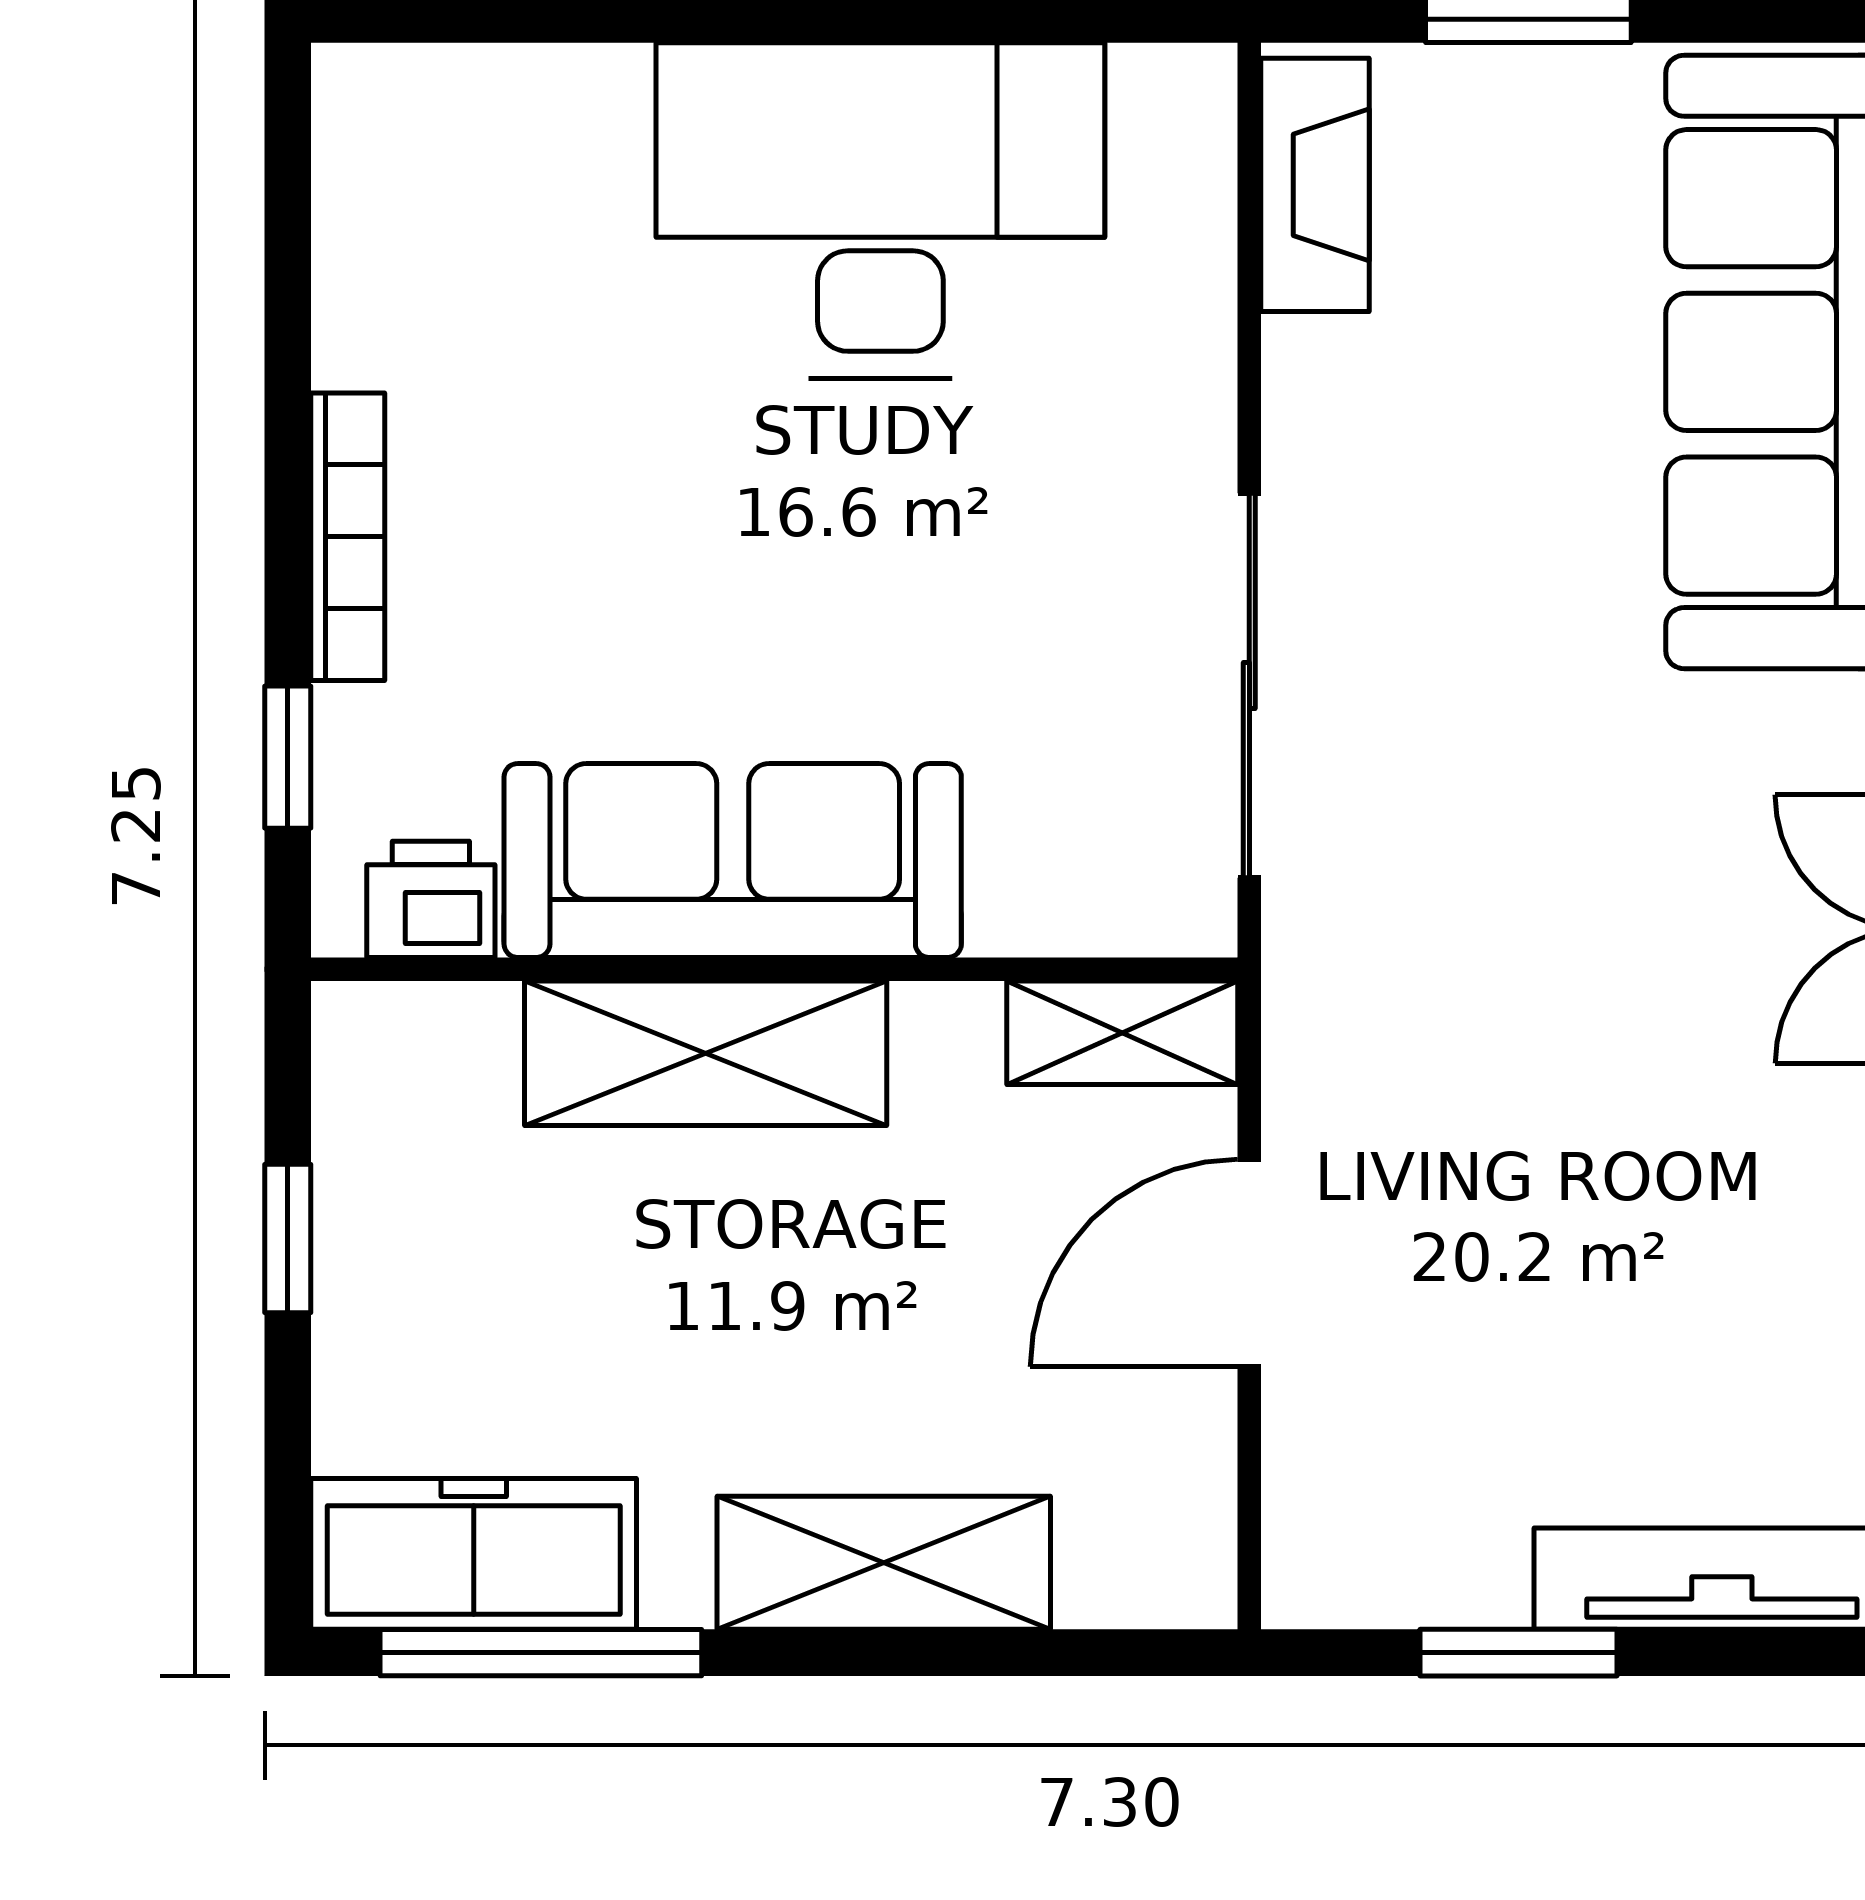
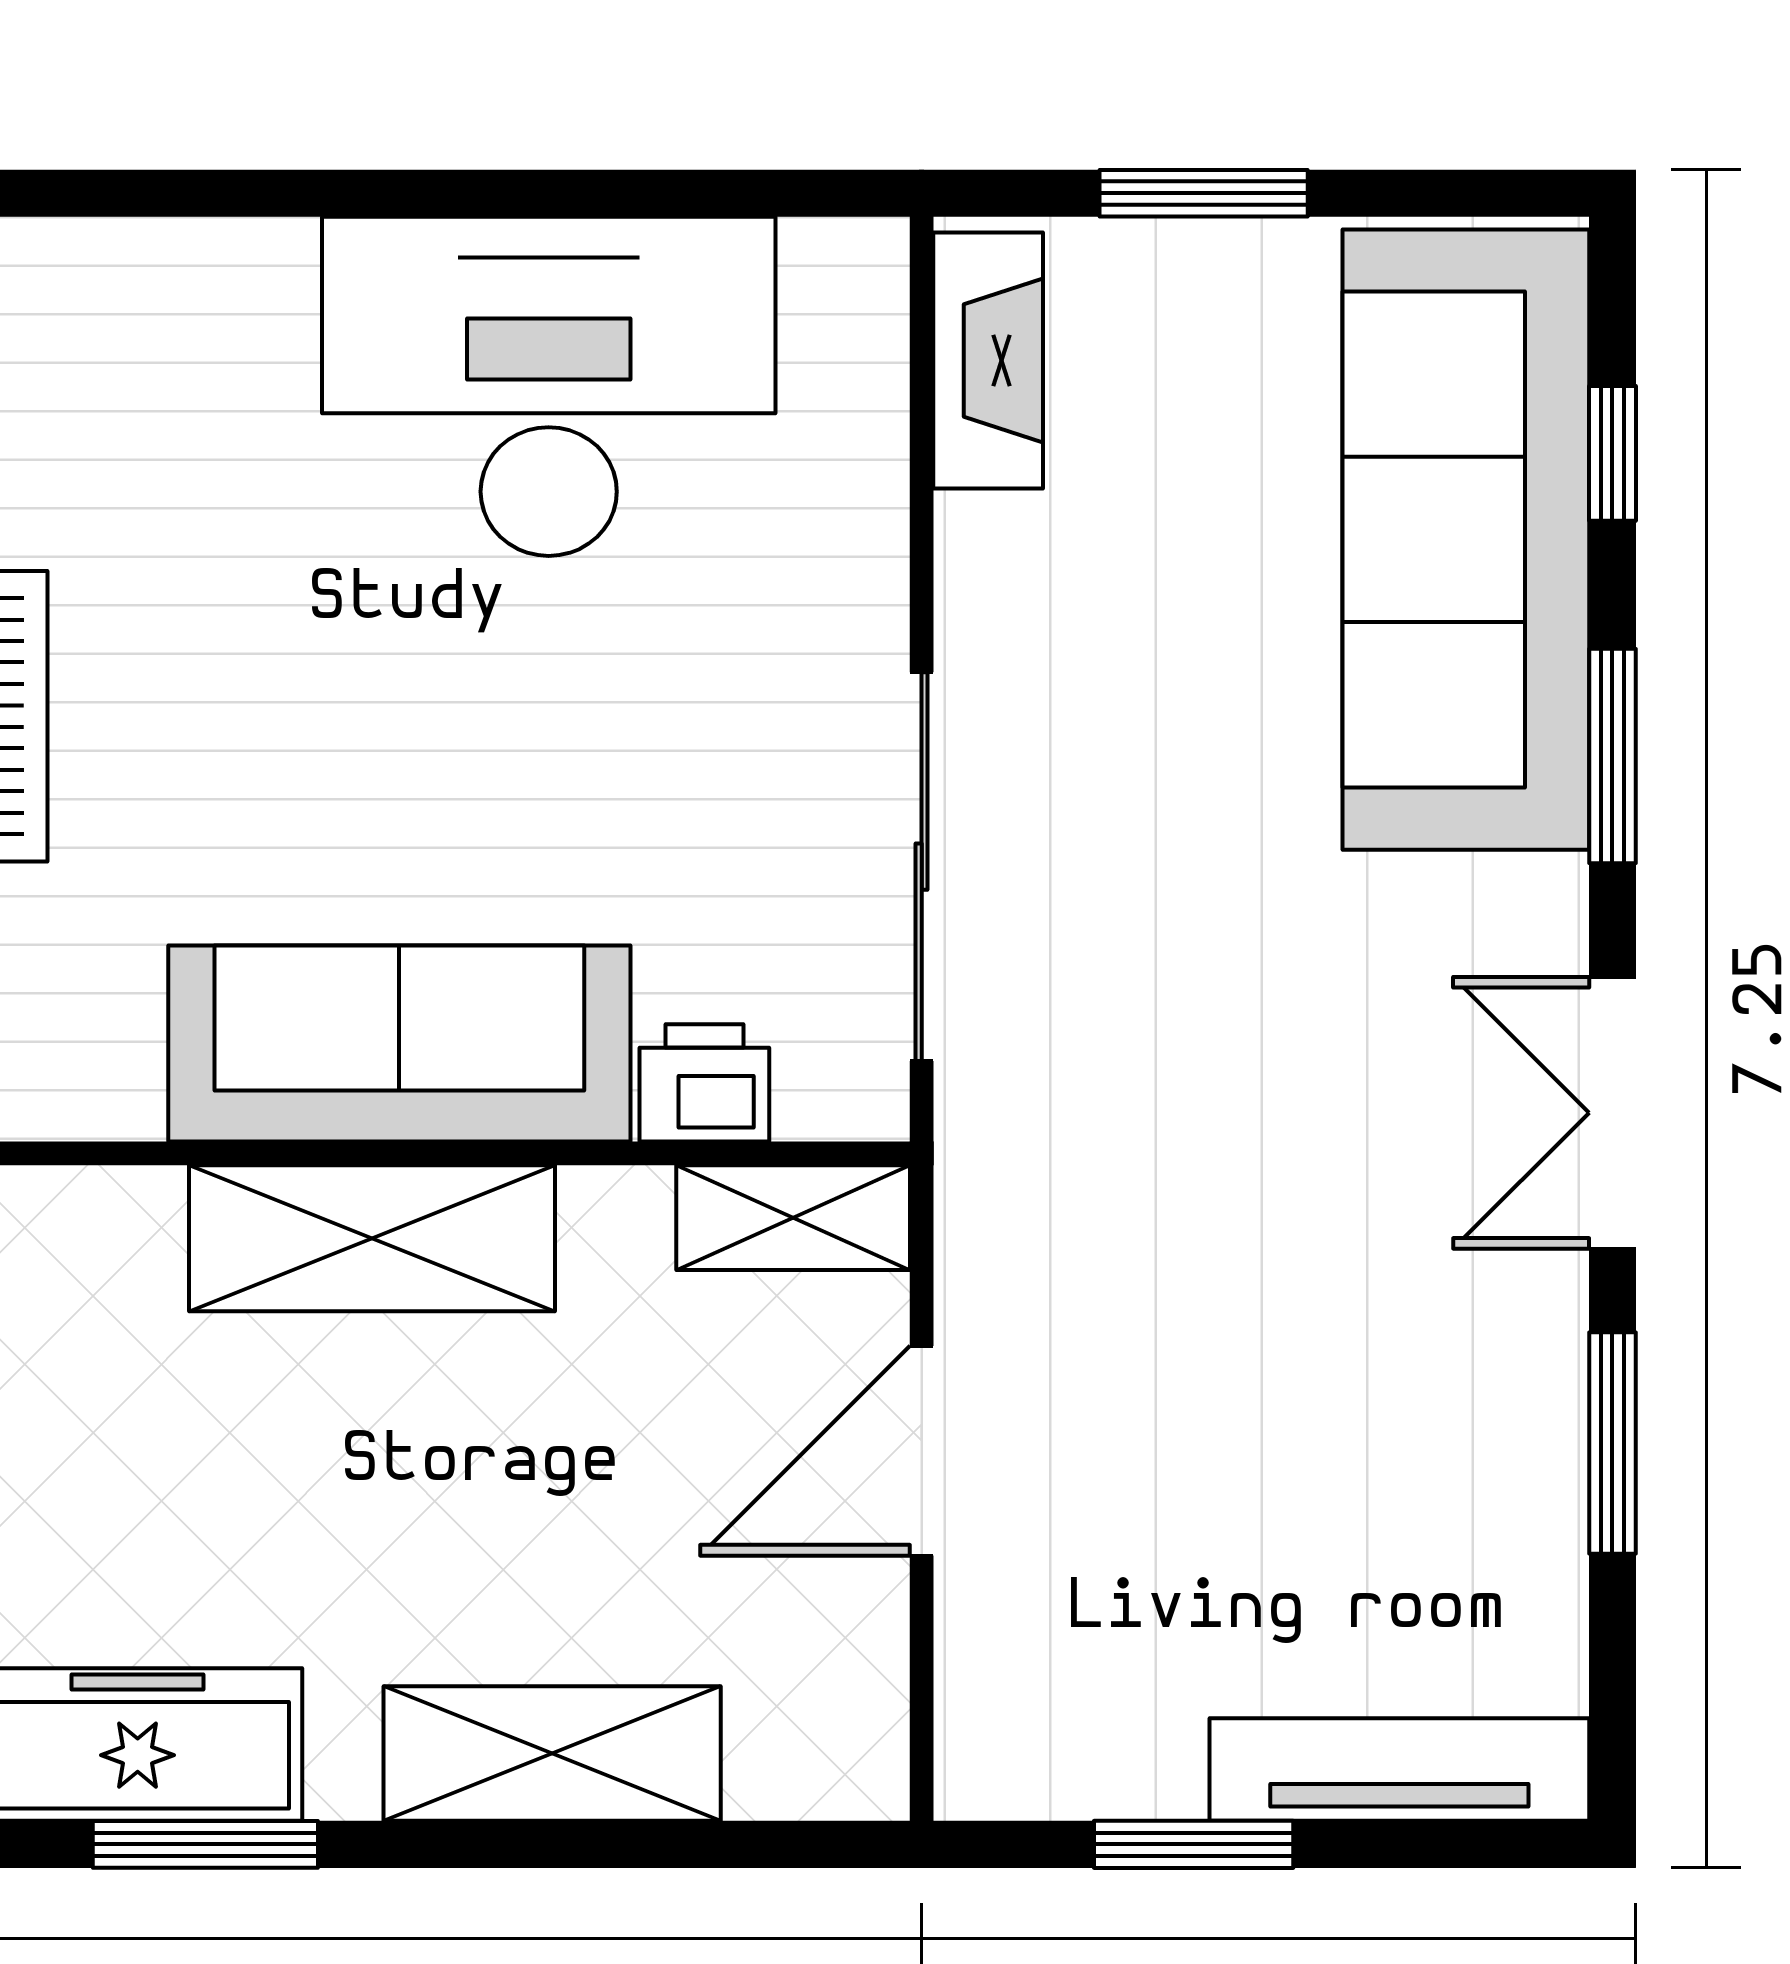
printer: (431, 899) -> (704, 1083), moved
window: (541, 1653) -> (205, 1844), width x0.69

